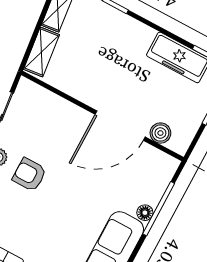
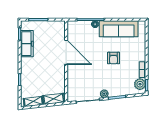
boiler: (160, 133) -> (60, 35), removed
armchair: (29, 175) -> (114, 58), moved

